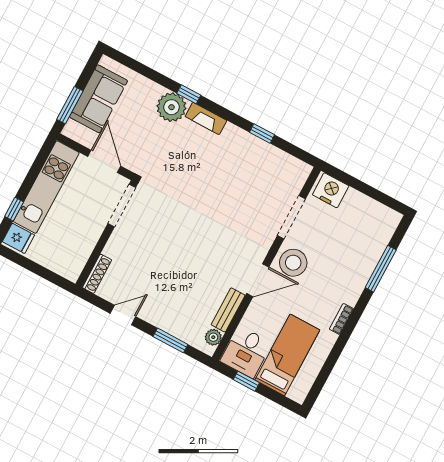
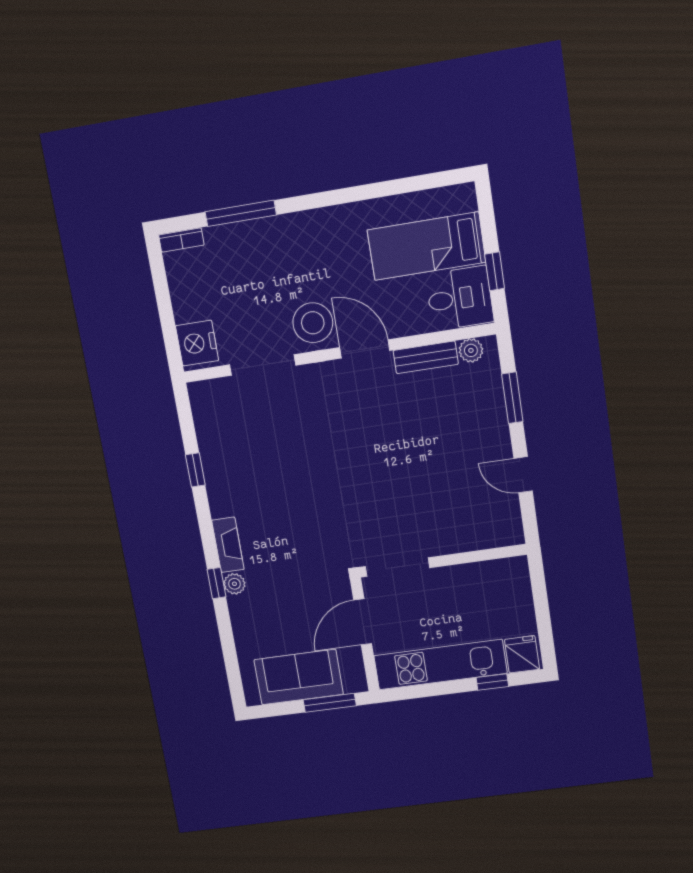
plant: (171, 107) -> (234, 584), width x0.53, depth x0.53
shoe rack: (97, 274) -> (497, 539), removed
bookcase: (341, 319) -> (181, 240), moved

